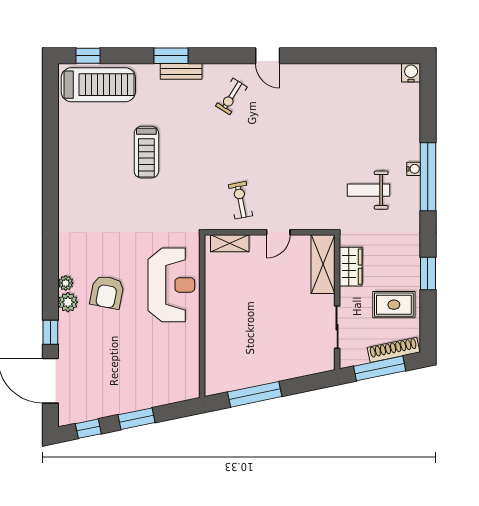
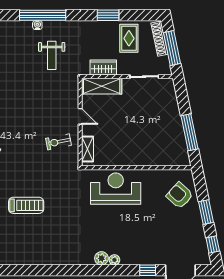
armchair: (107, 292) -> (180, 195), moved, turned -149
plant: (68, 302) -> (101, 258), moved

